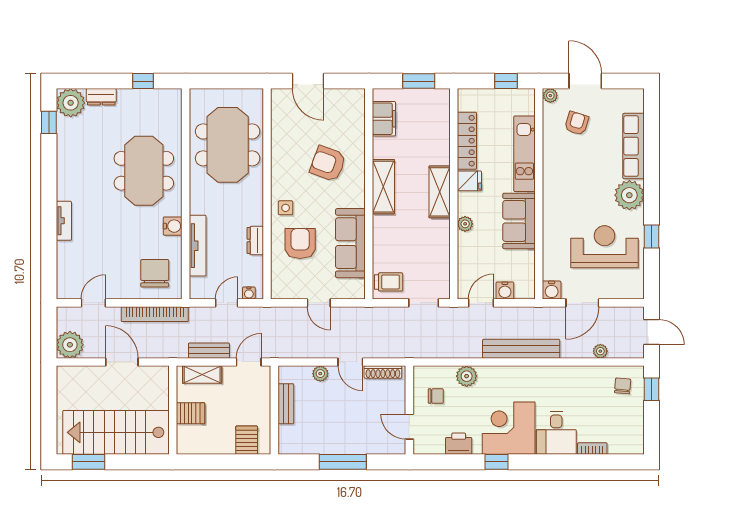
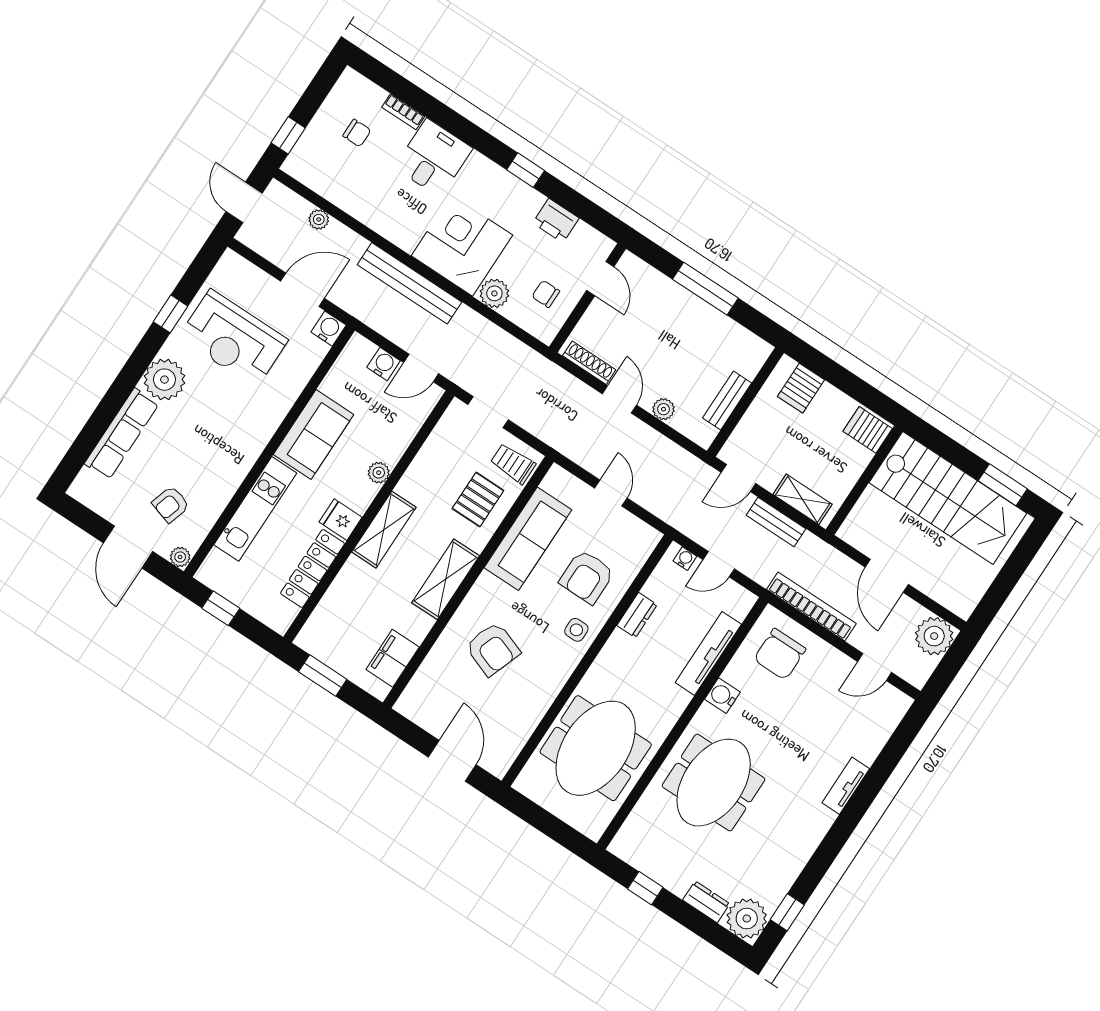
pallet: (395, 247) -> (478, 500), added
chair: (623, 386) -> (357, 133), moved, turned -95
server rack: (191, 413) -> (868, 430), moved
corner desk: (509, 428) -> (462, 245), moved, turned 180

